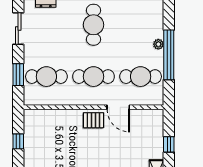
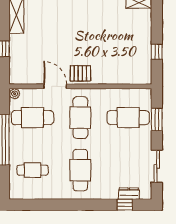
cafe table: (141, 25) -> (33, 170), added
plant: (158, 44) -> (14, 94), moved
cafe table: (93, 77) -> (80, 118), turned 90

